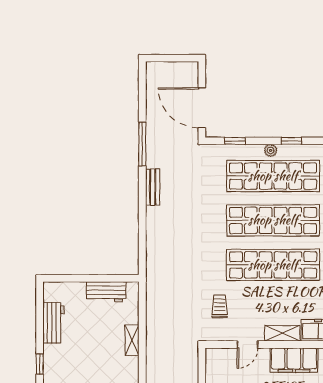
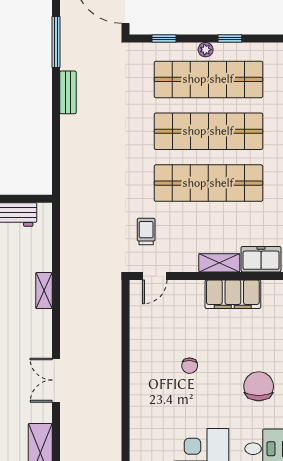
shelving: (132, 340) -> (44, 291), moved
door: (247, 345) -> (155, 276), moved

